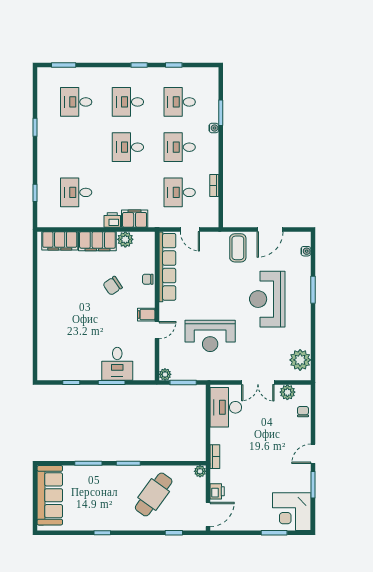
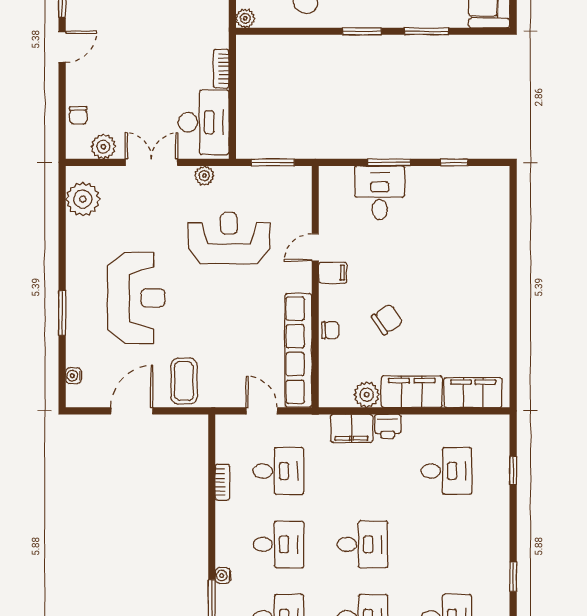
plant: (165, 374) -> (204, 176), moved
bookcase: (215, 457) -> (221, 69), moved

